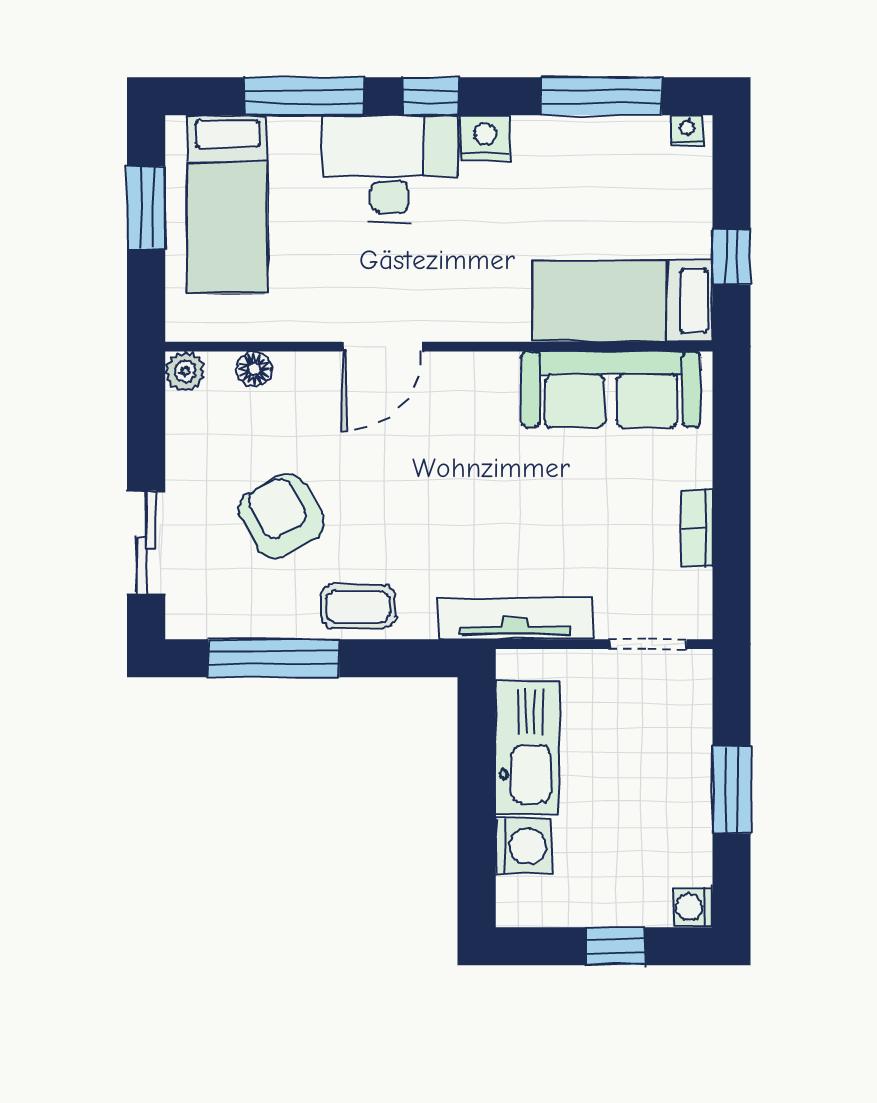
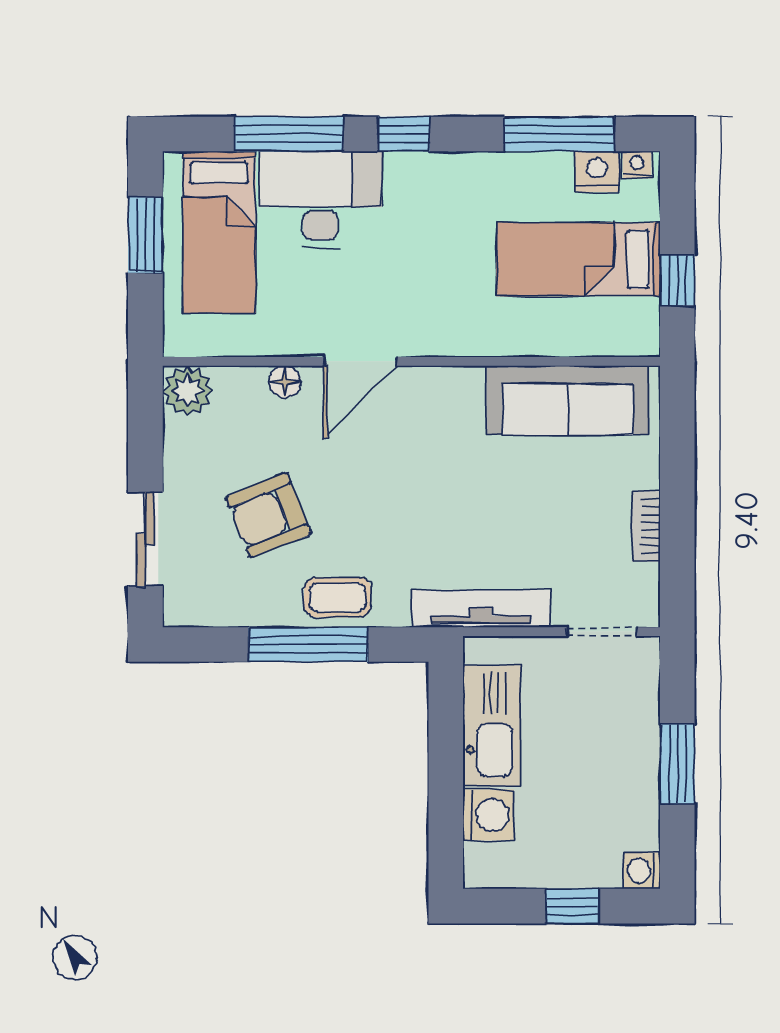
nightstand: (485, 138) -> (597, 172), moved
desk: (389, 168) -> (320, 199), moved
bed: (623, 301) -> (578, 259), moved
floor lamp: (254, 369) -> (285, 382), moved
plant: (185, 371) -> (188, 391), width x1.38, depth x1.38
armchair: (281, 516) -> (268, 515), turned -83
window: (274, 658) -> (308, 644), moved

